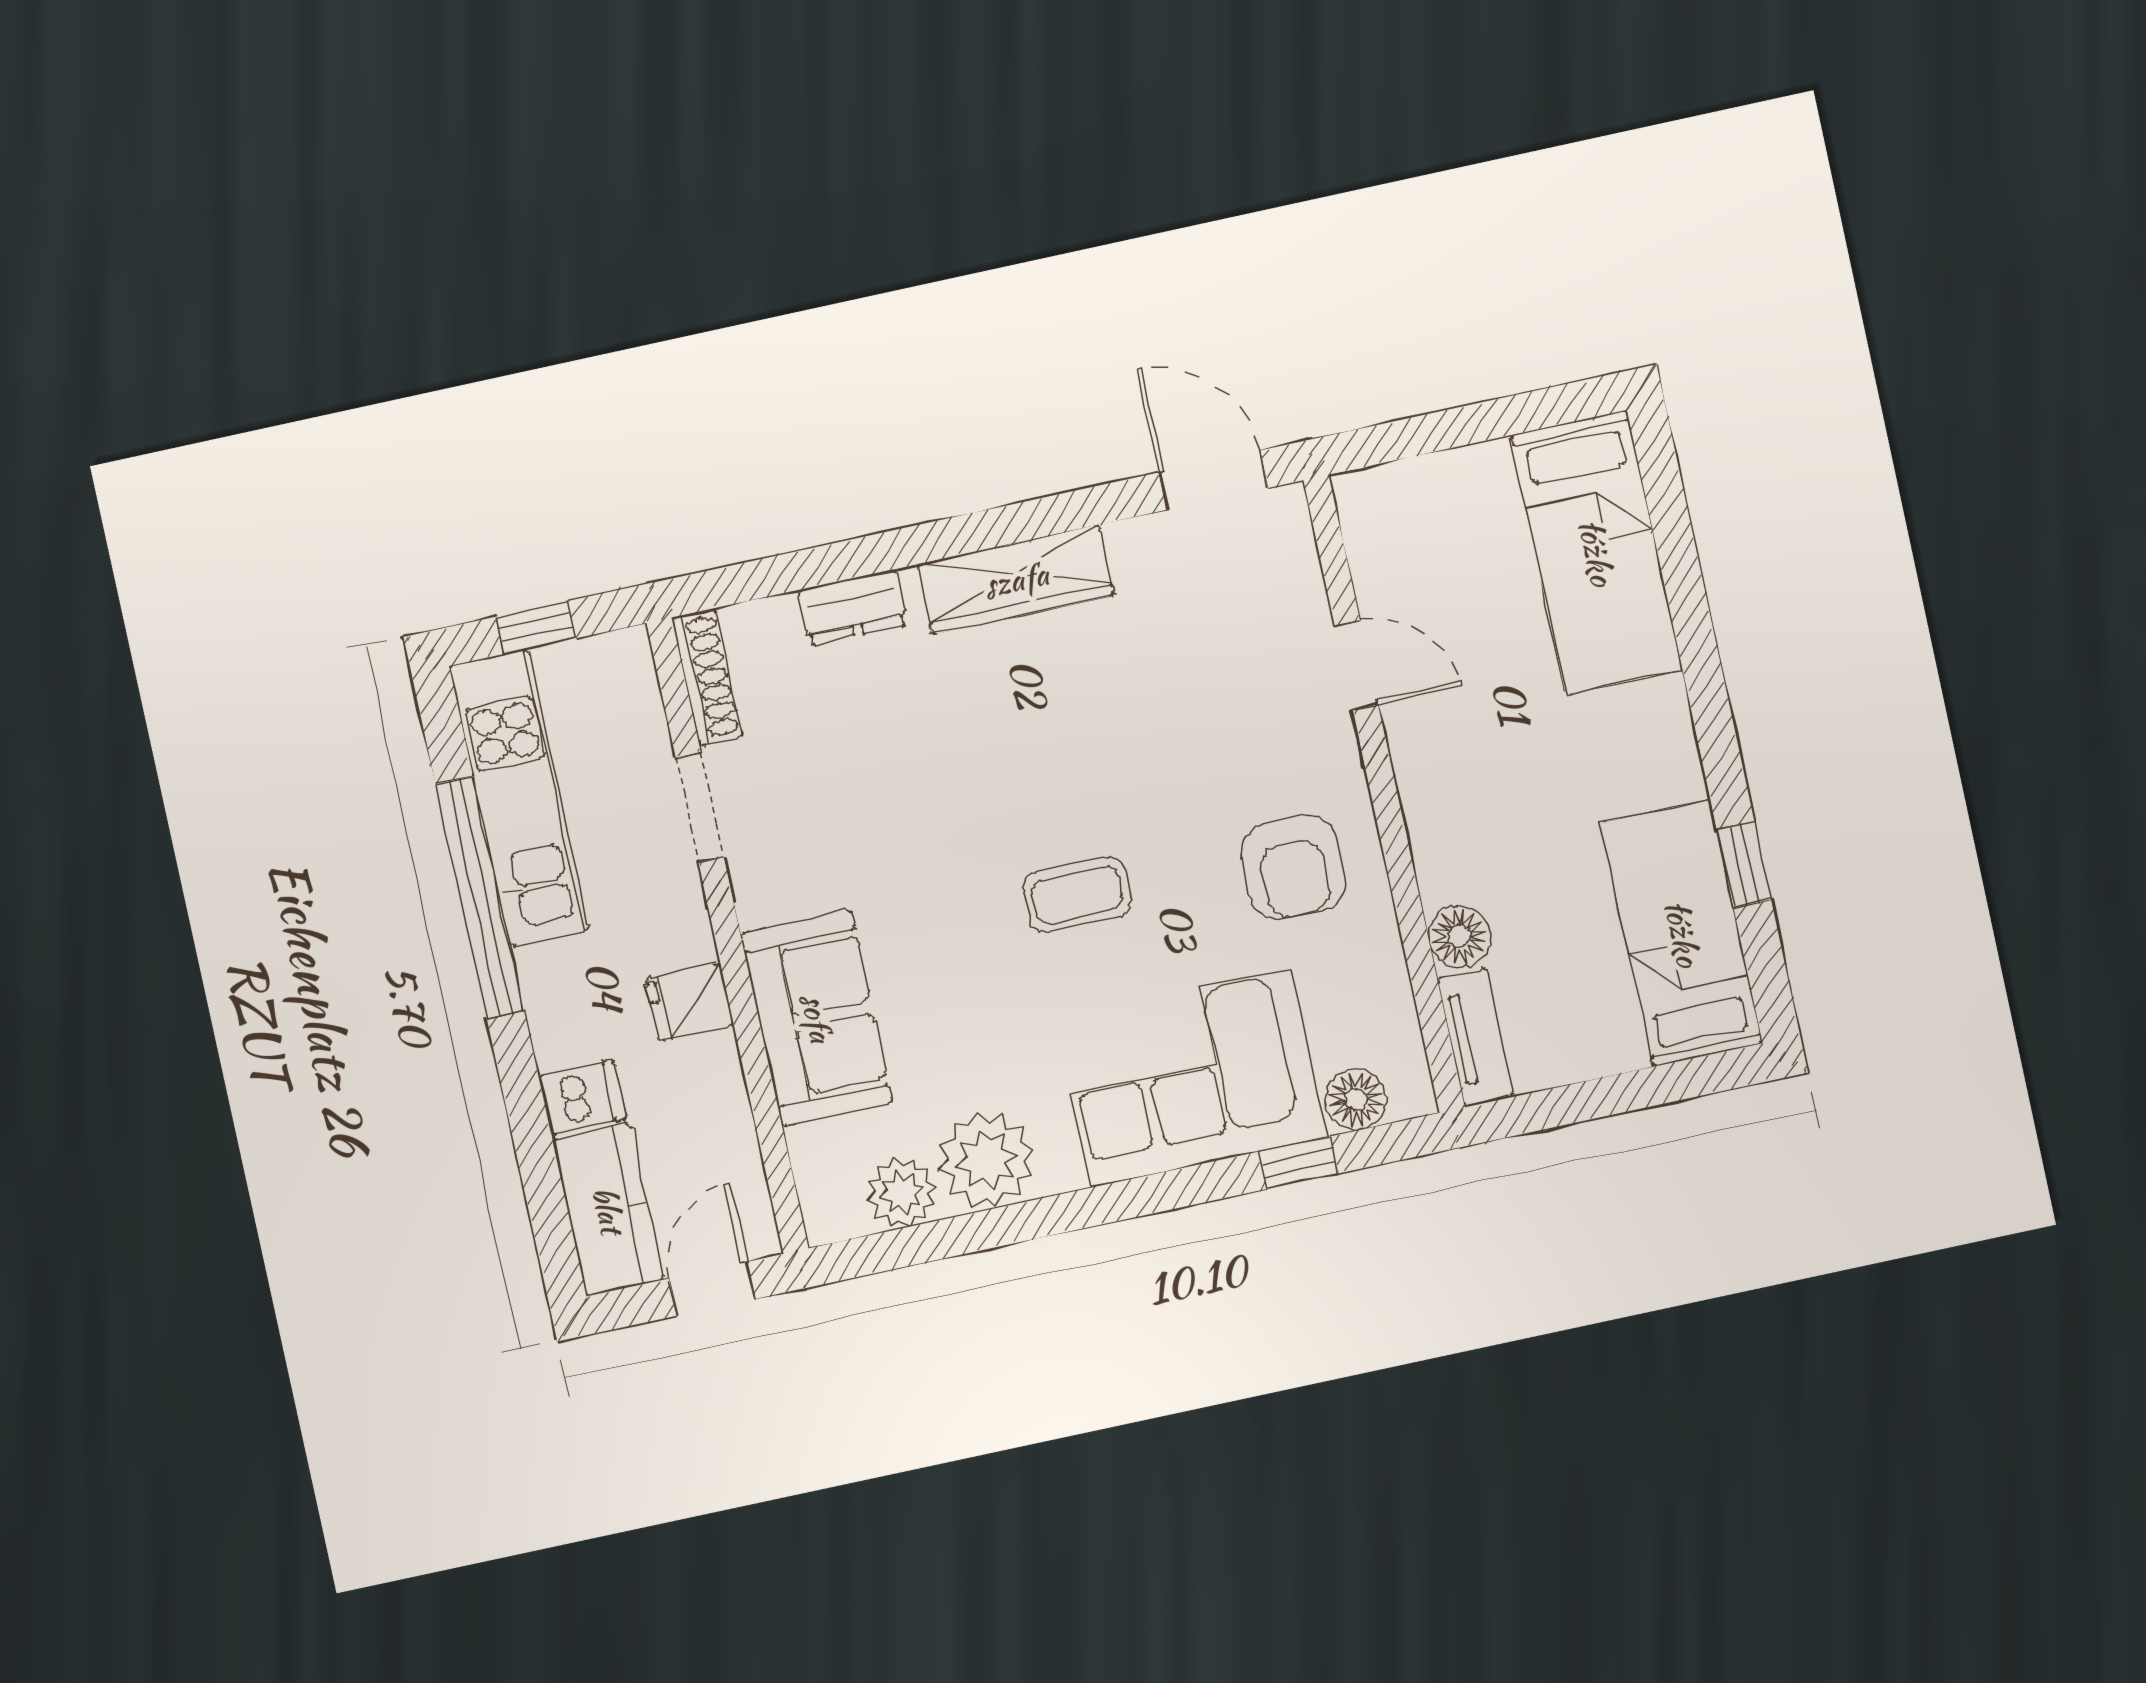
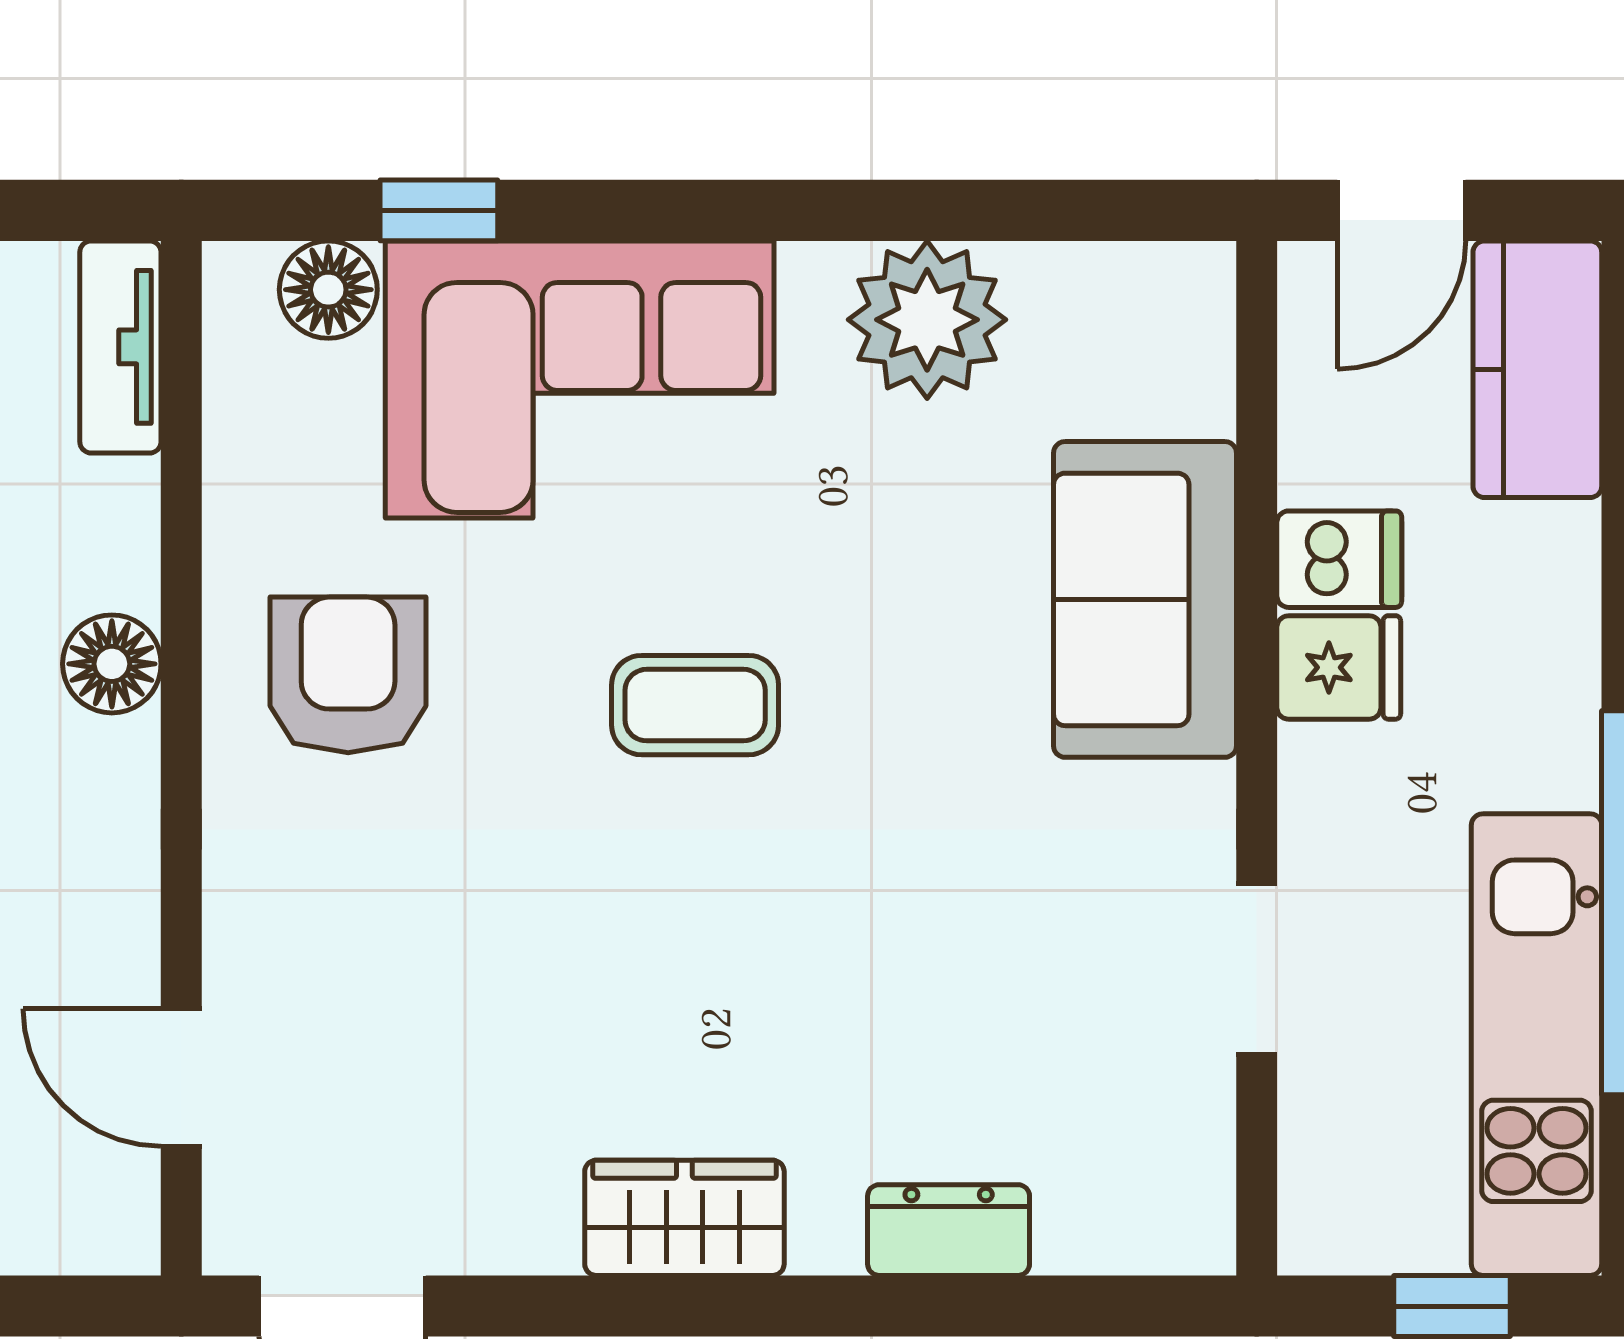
wardrobe: (1016, 580) -> (684, 1218), width x0.67
door: (1356, 665) -> (181, 1077), moved
shoe rack: (707, 677) -> (1200, 1170), removed
floor lamp: (1459, 936) -> (112, 664), moved
dishwasher: (583, 1097) -> (1339, 559), moved, turned 180
plant: (902, 1192) -> (1071, 297), removed

